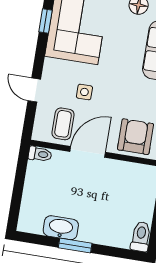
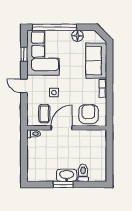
door: (34, 90) -> (24, 86), moved
washbasin: (61, 228) -> (67, 175), moved
toilet: (141, 237) -> (83, 173), moved

